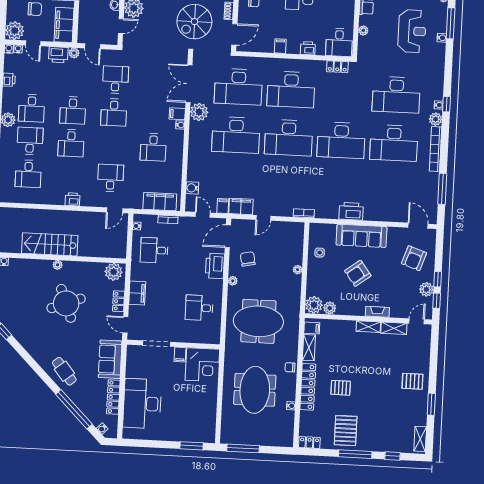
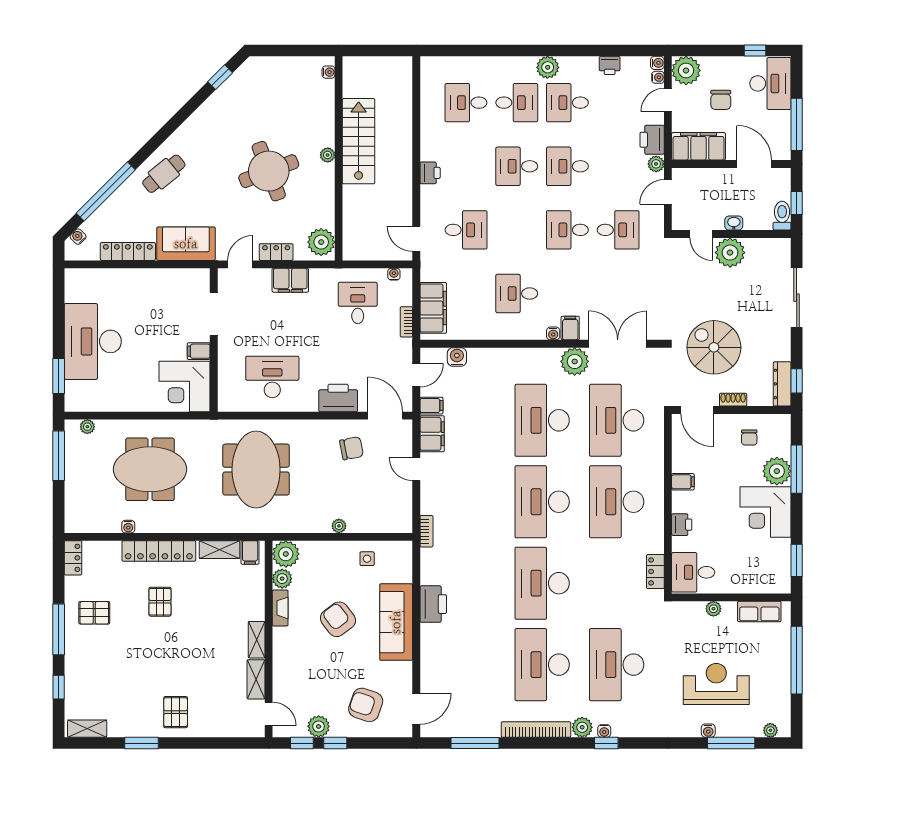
reception desk: (412, 31) -> (716, 684), turned 180
plant: (233, 281) -> (87, 427), moved
desk: (199, 308) -> (272, 377), width x1.37
fireplace: (377, 312) -> (280, 608), moved
chair: (290, 367) -> (188, 522), removed
desk: (142, 404) -> (93, 341), moved, turned -90
pallet: (346, 431) -> (94, 613), width x0.67, depth x0.71

